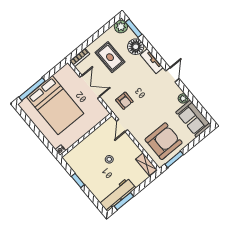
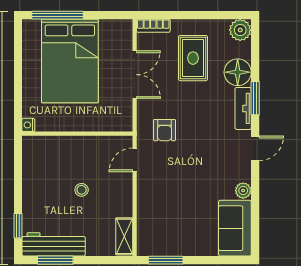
window: (134, 28) -> (255, 98), moved
armchair: (164, 141) -> (172, 225), removed
window: (78, 180) -> (18, 226), moved

